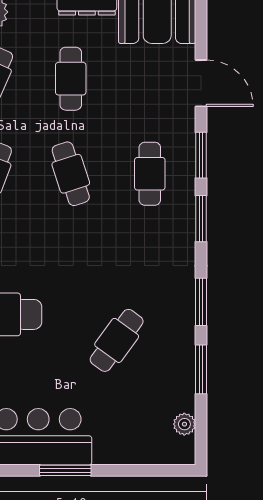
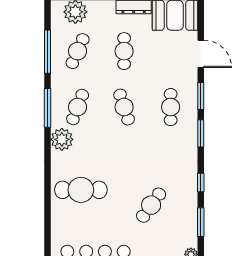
window: (201, 302) -> (201, 182), width x0.67

